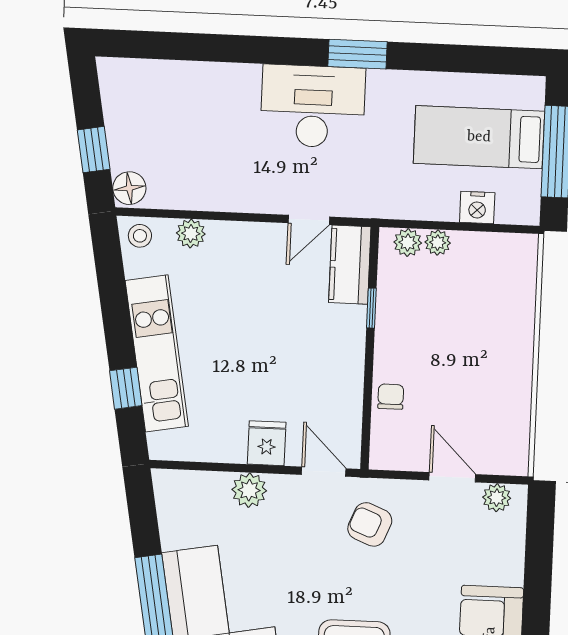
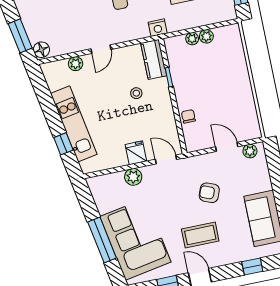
window: (94, 150) -> (20, 36), width x1.50
nightstand: (477, 207) -> (158, 28), moved
door: (309, 220) -> (101, 49), moved
stool: (140, 236) -> (136, 93), moved
plant: (408, 243) -> (206, 36), moved
armchair: (370, 524) -> (209, 193), moved

